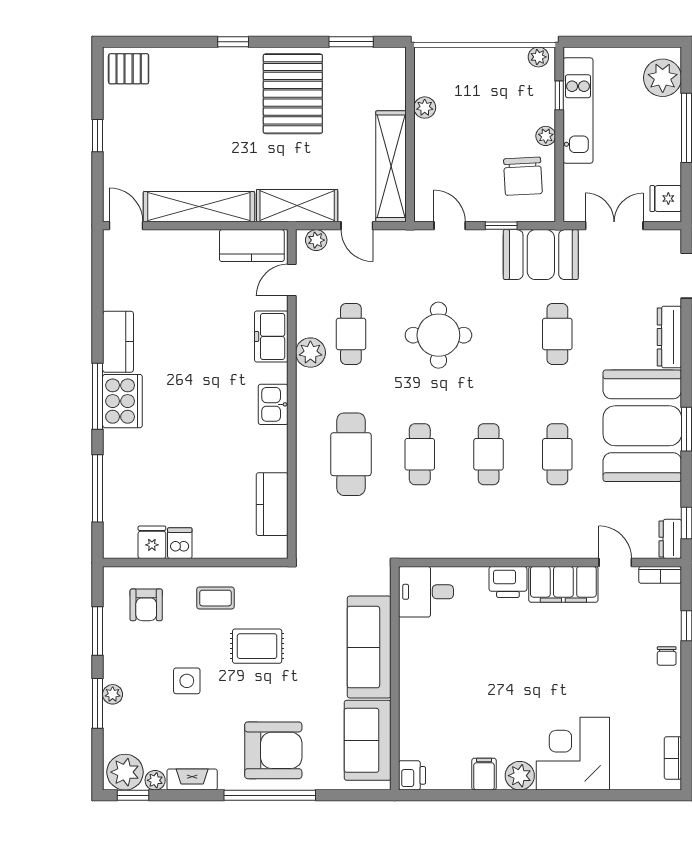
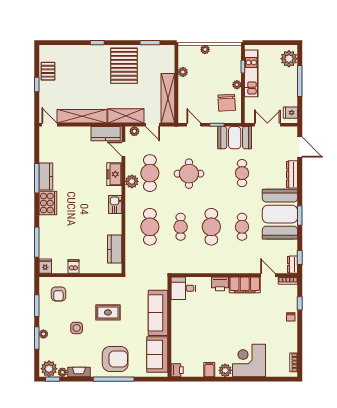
plant: (538, 57) -> (205, 49), moved
pallet: (129, 69) -> (48, 71), moved, turned 90
door: (292, 280) -> (123, 149), hinge flipped
cafe table: (351, 334) -> (150, 173), width x1.37, depth x1.35
window: (98, 396) -> (37, 178), moved
cafe table: (489, 454) -> (211, 227), width x1.37, depth x1.35
fridge: (152, 542) -> (45, 266), moved
coffee table: (215, 598) -> (89, 291), removed

